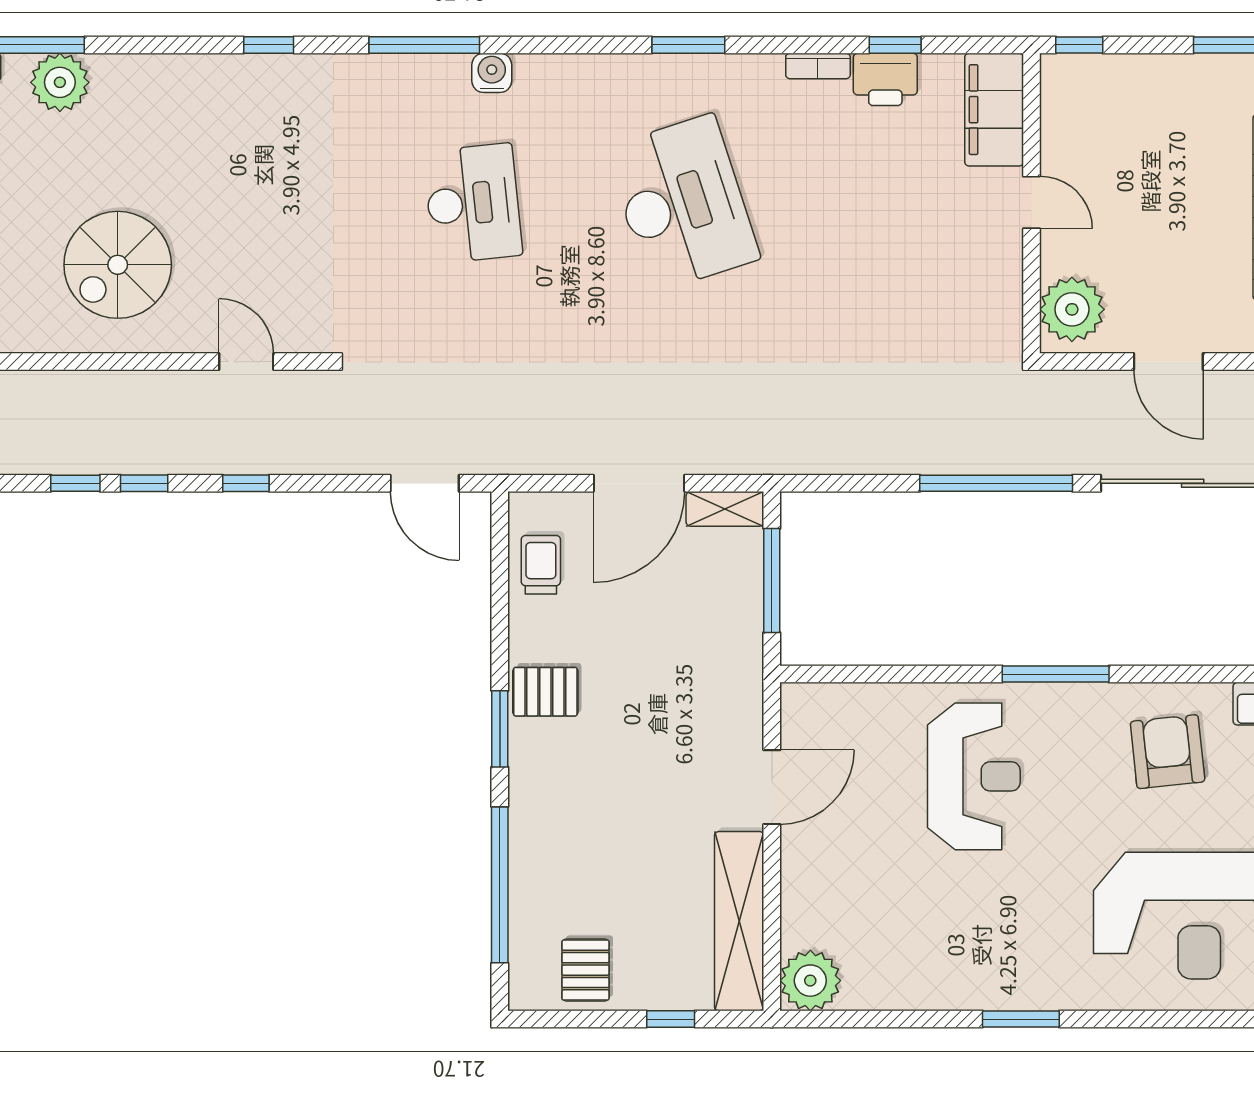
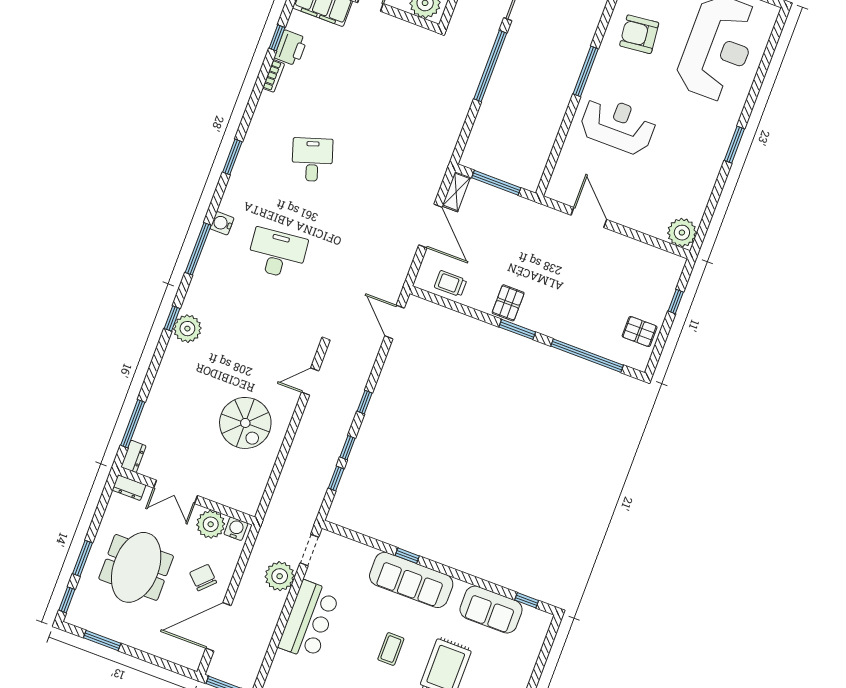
window: (688, 45) -> (232, 157), moved
plant: (60, 82) -> (187, 329), moved
desk: (682, 203) -> (312, 160), width x0.53, depth x0.77
door: (425, 483) -> (395, 322), swing flipped
shelving: (739, 921) -> (643, 254), removed

